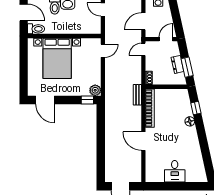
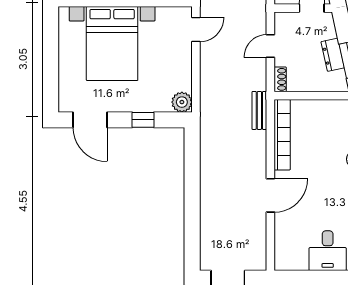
door: (143, 49) -> (270, 46), moved
window: (87, 100) -> (143, 120), moved
door: (143, 141) -> (270, 195), swing flipped

